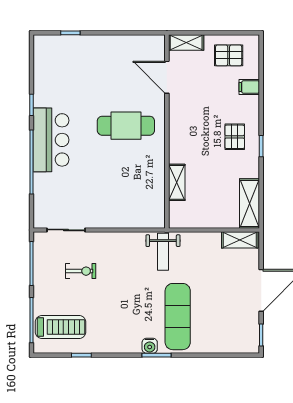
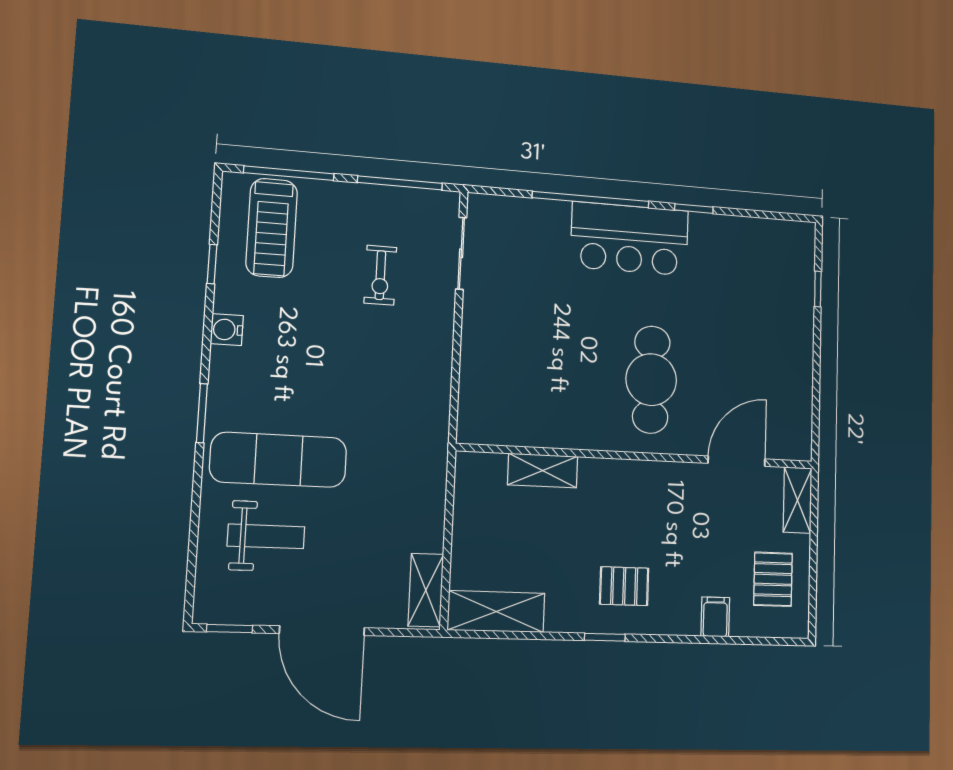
weight bench: (163, 252) -> (266, 536), moved, turned 180
water cooler: (150, 346) -> (227, 330), moved

